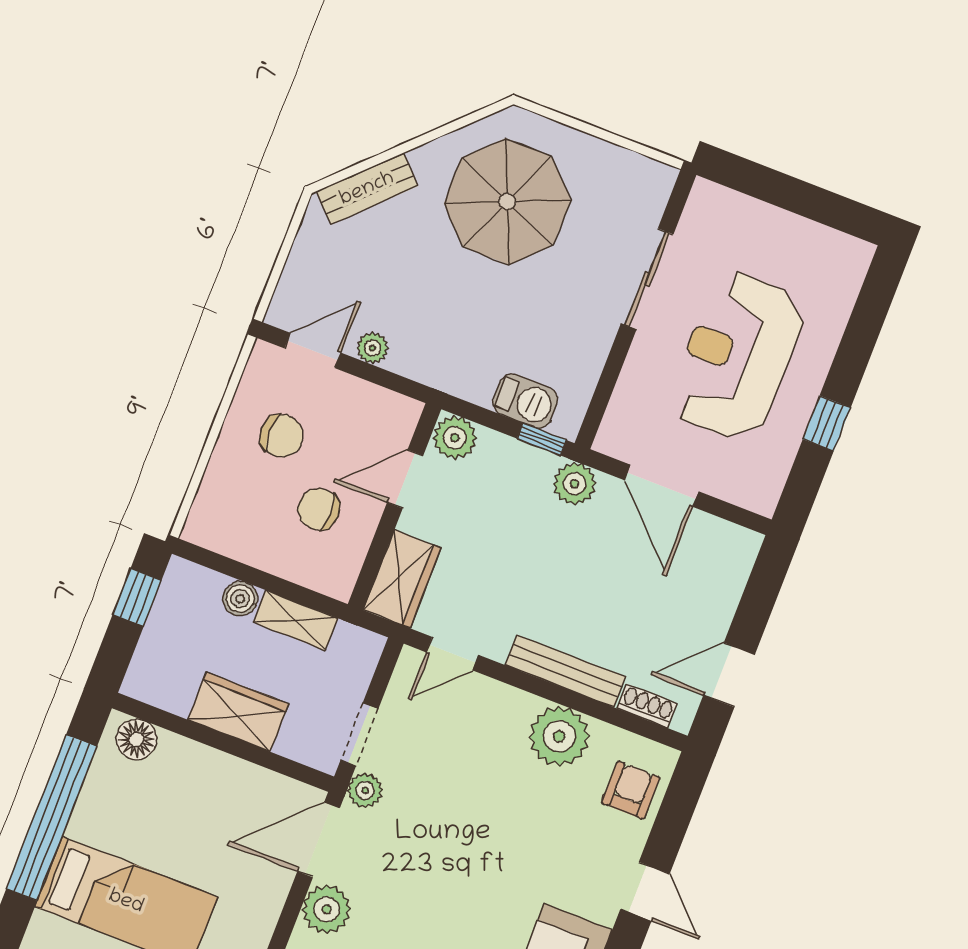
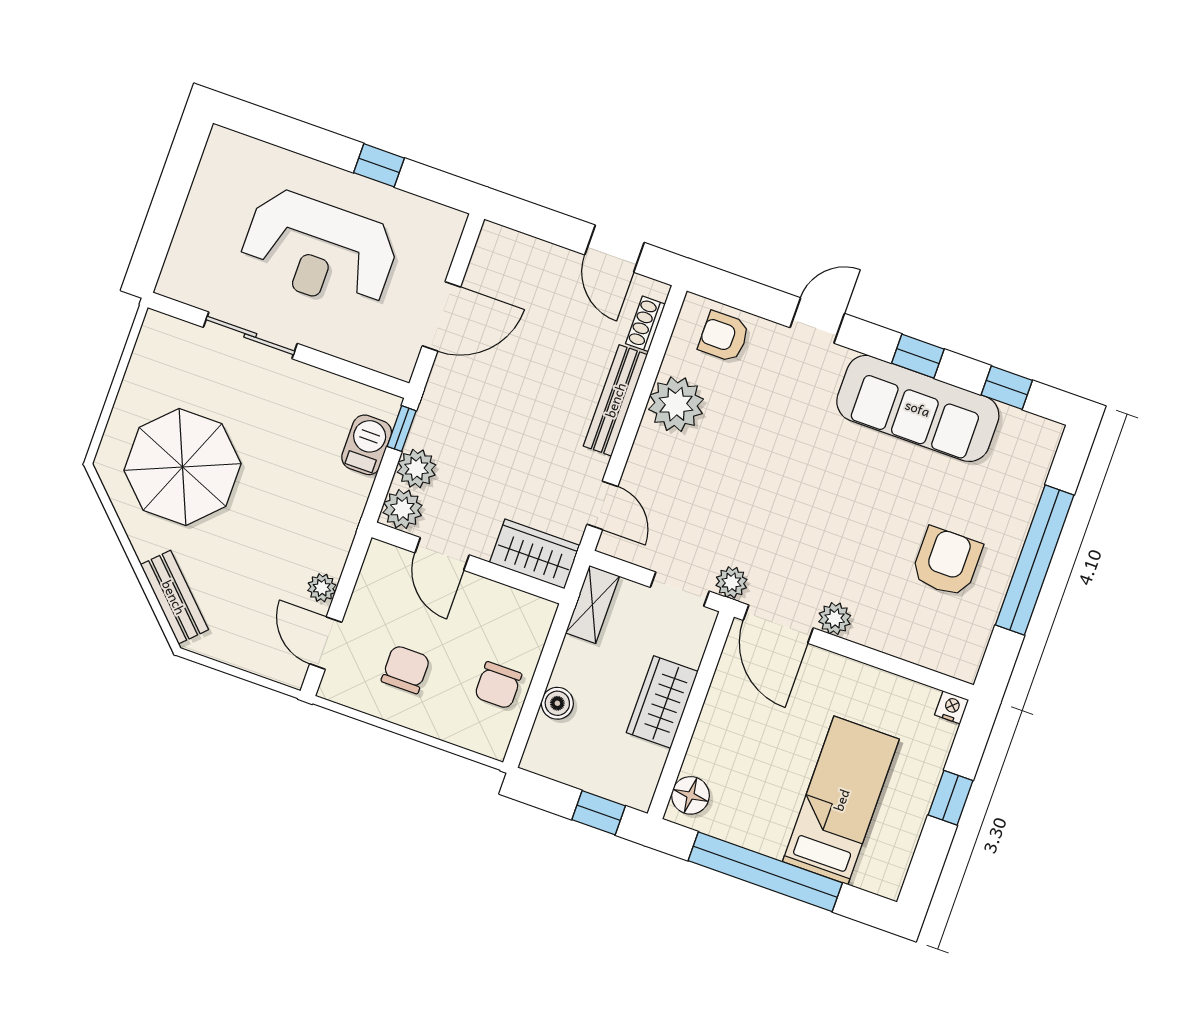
plant: (575, 484) -> (417, 469), moved
chair: (319, 509) -> (498, 685), moved
window: (137, 597) -> (599, 813), moved
shelving: (295, 620) -> (592, 604), moved
plant: (327, 909) -> (835, 619), width x0.73, depth x0.73

